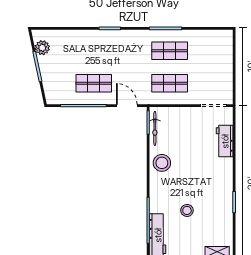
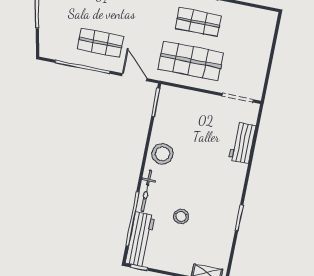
shop shelf: (170, 83) -> (191, 61), width x1.43, depth x1.36
bicycle: (155, 128) -> (146, 191), moved

